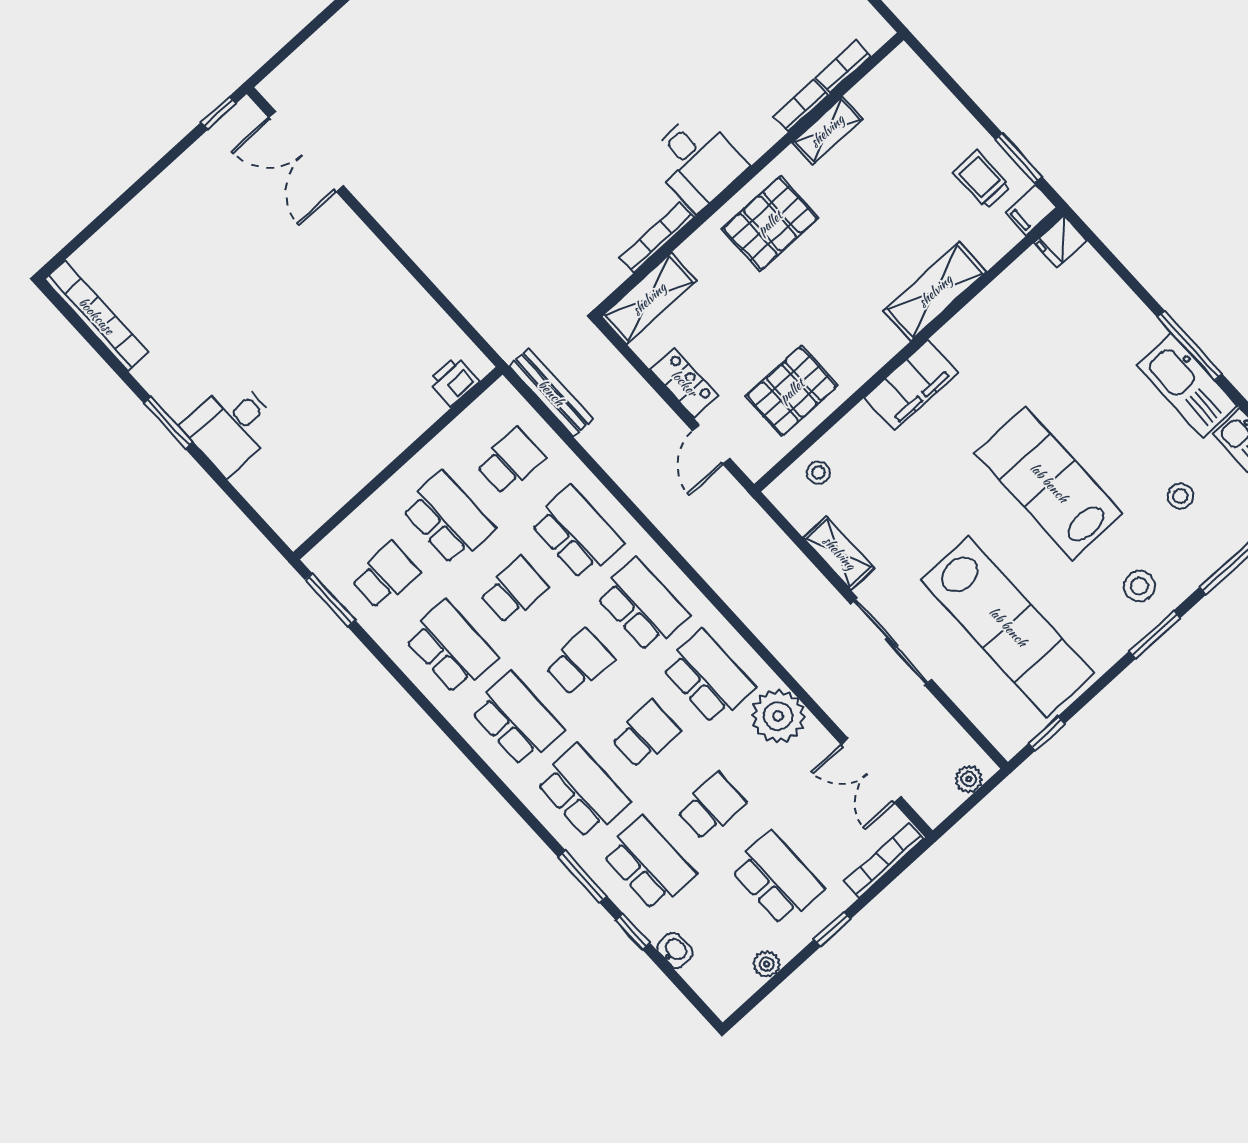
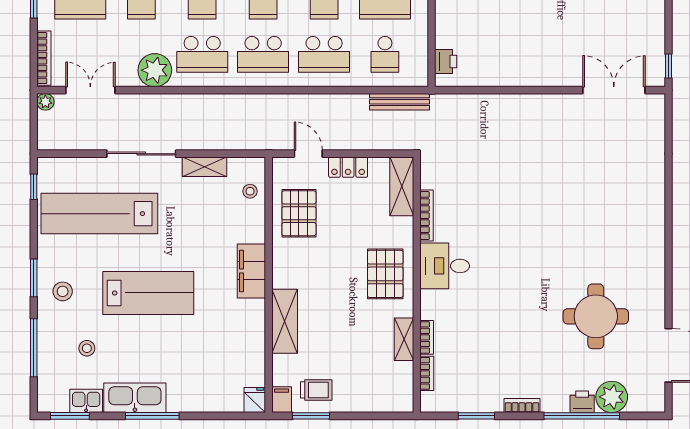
plant: (969, 779) -> (45, 102), moved

